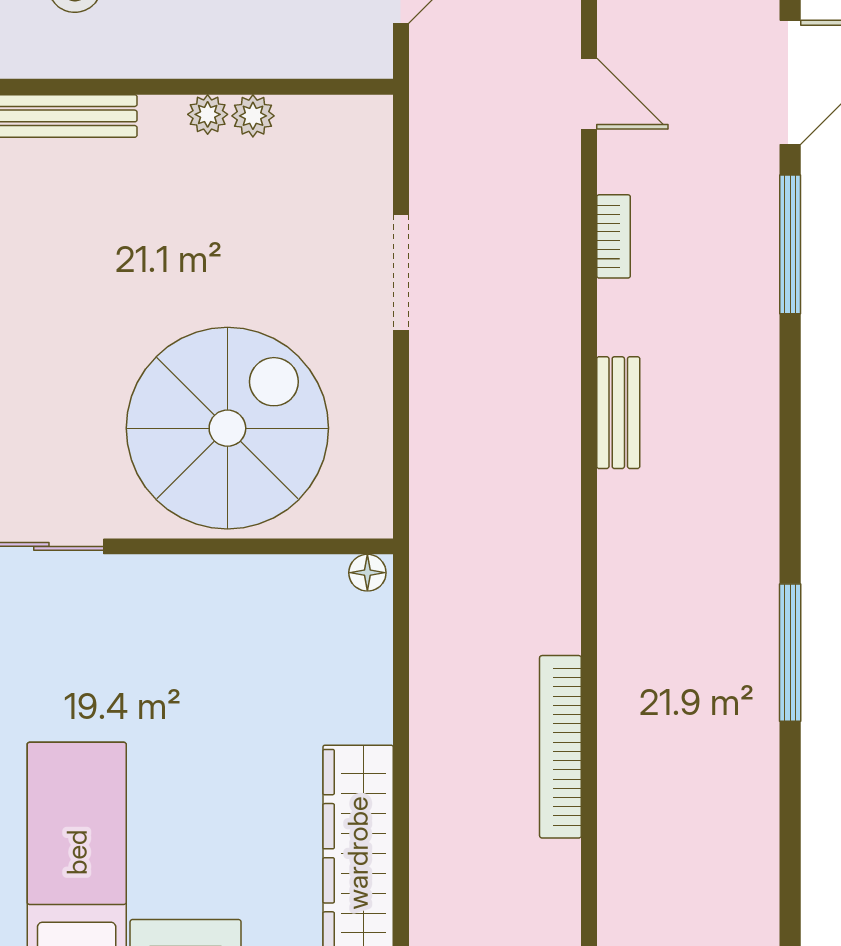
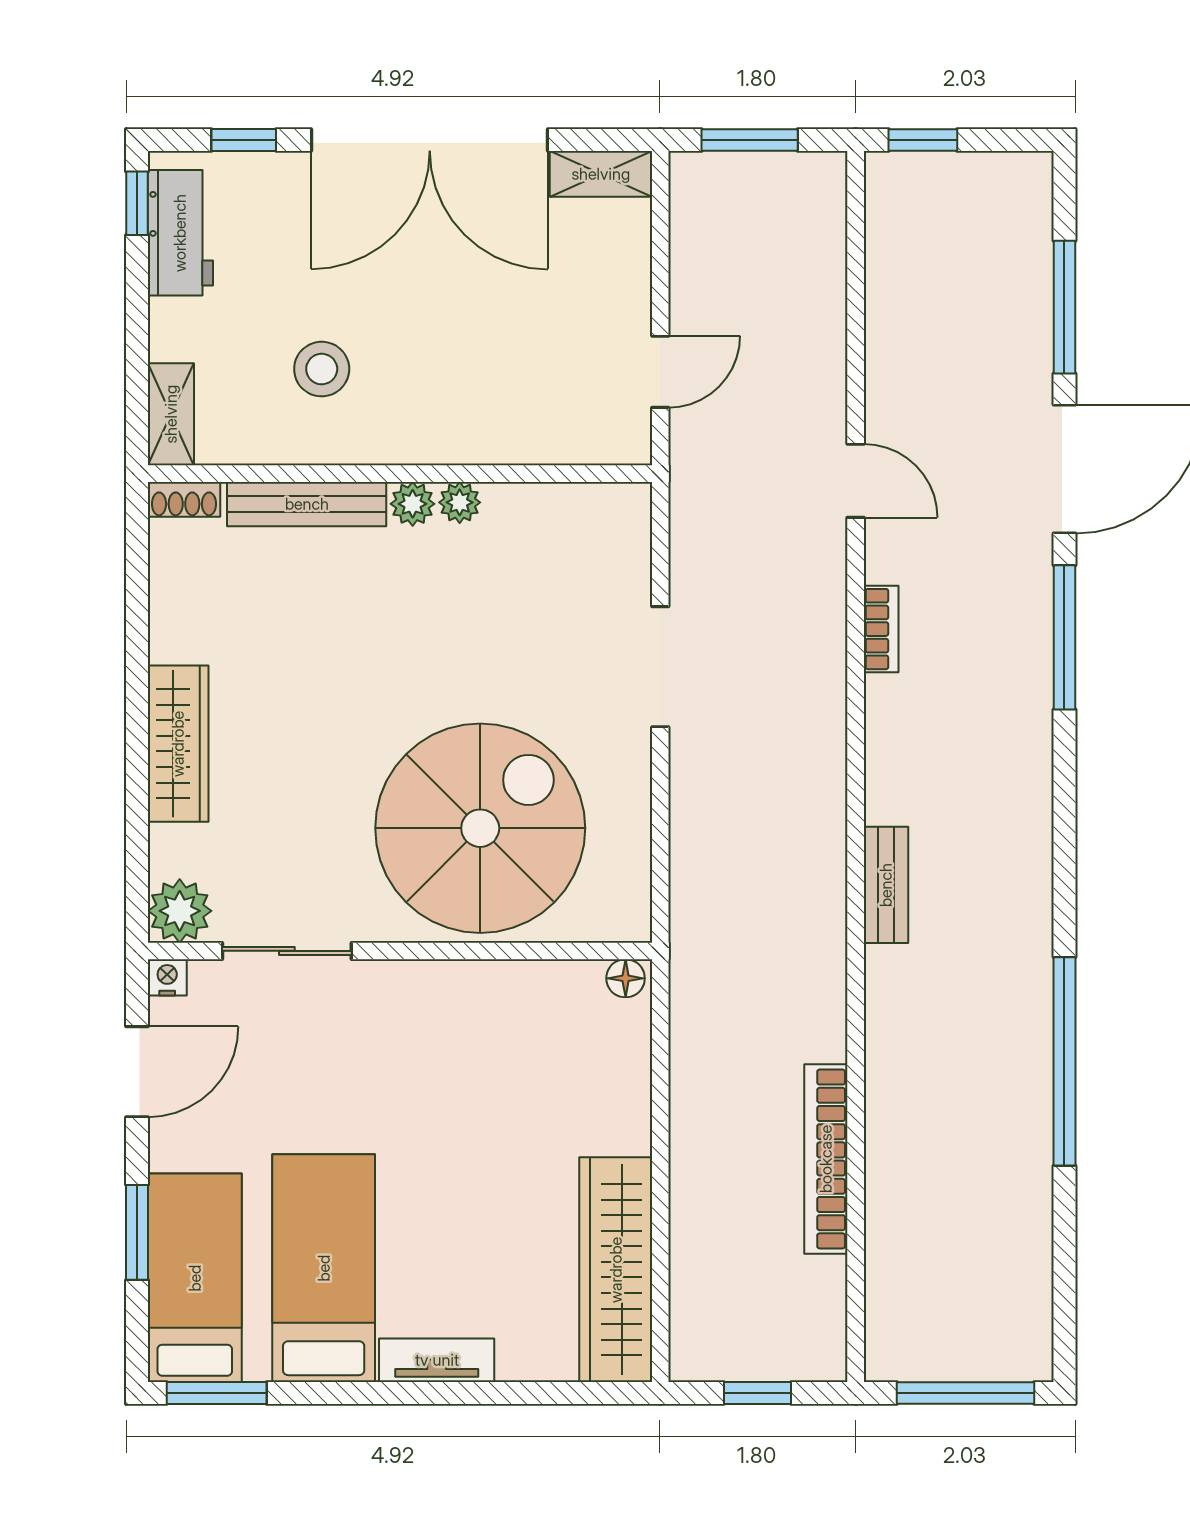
plant: (253, 116) -> (413, 504), moved
bench: (618, 413) -> (886, 885), moved
window: (790, 653) -> (1064, 1061), width x1.46

